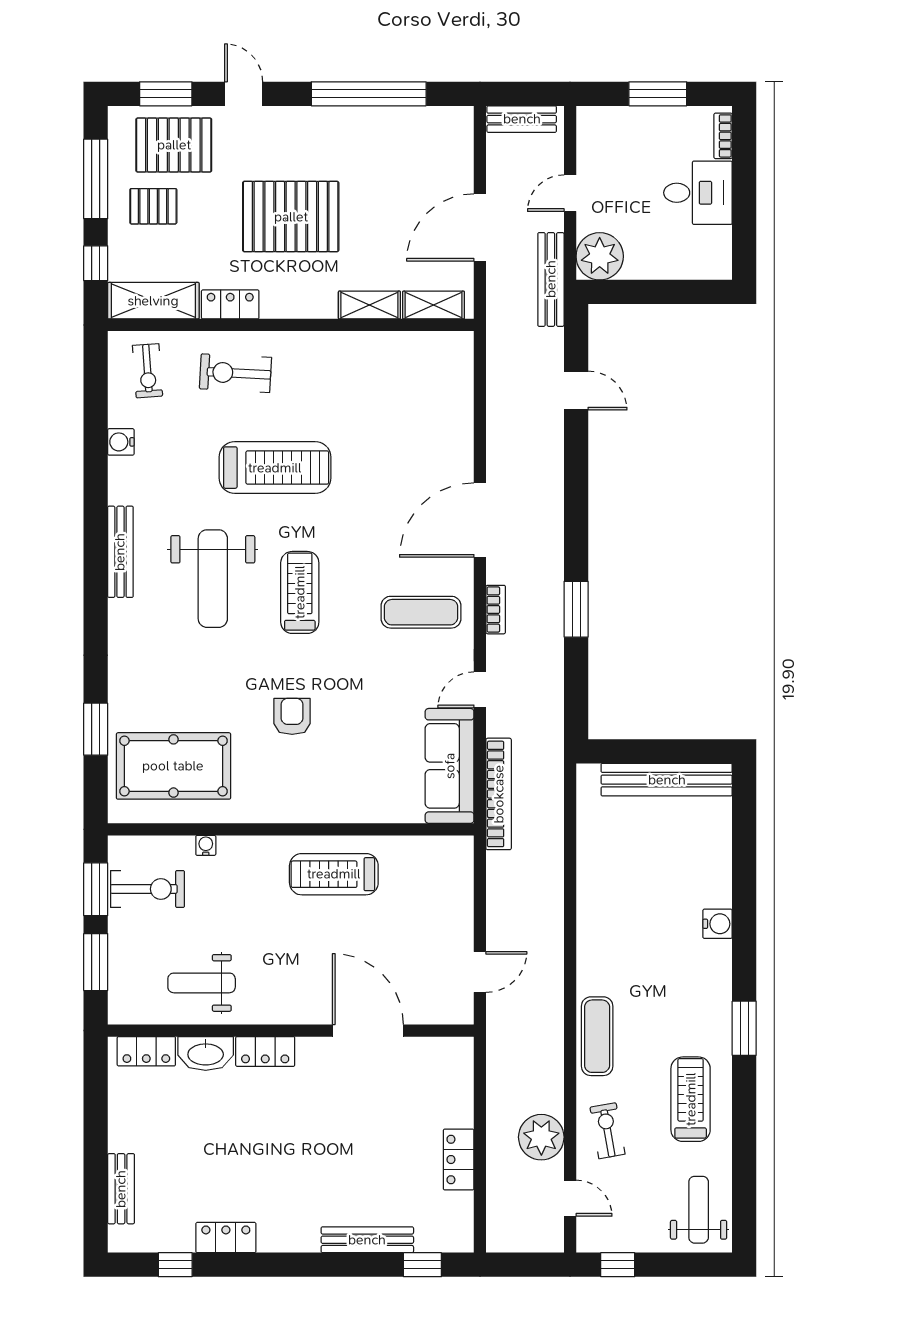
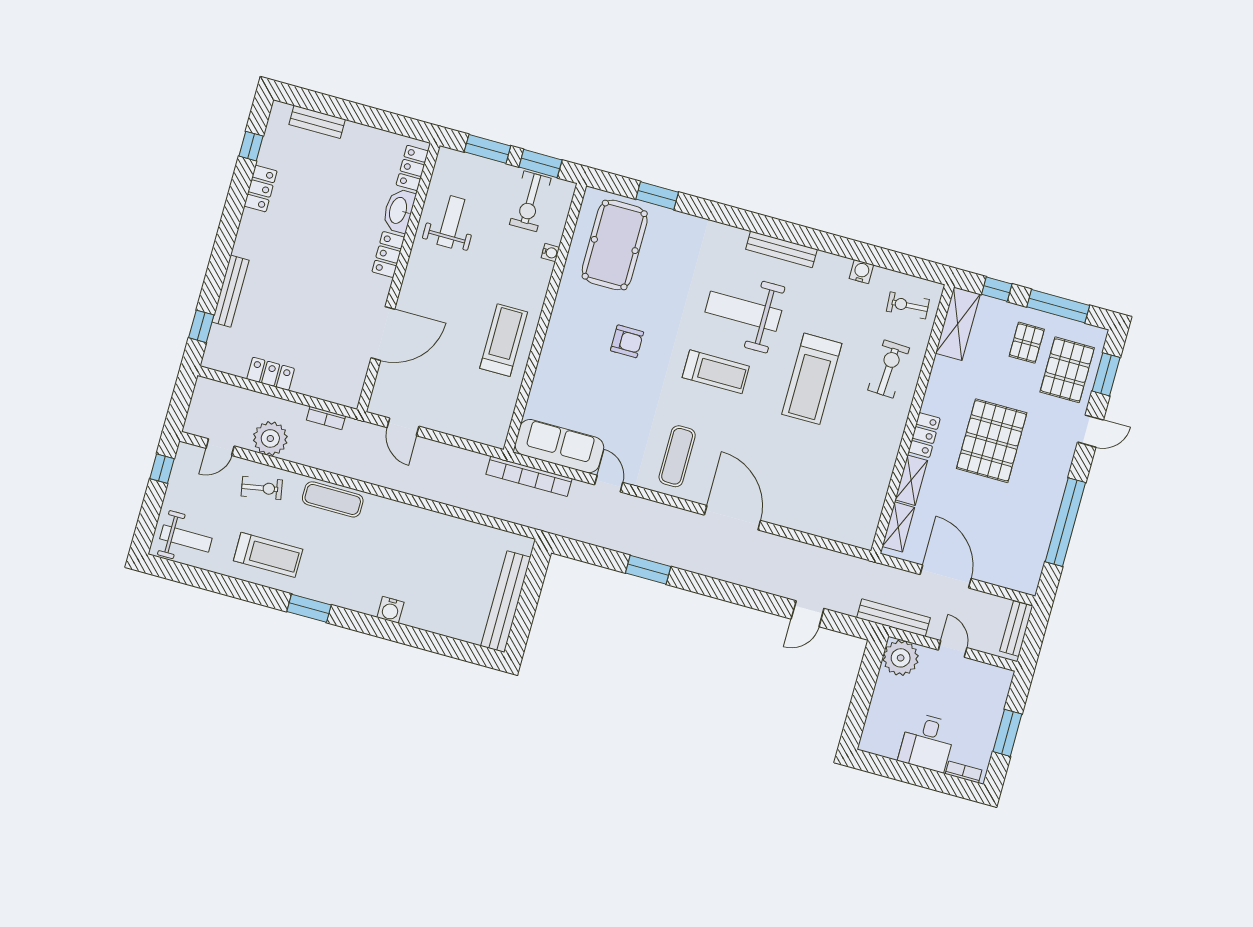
locker: (230, 304) -> (924, 435), moved
bookcase: (496, 610) -> (326, 418), moved

